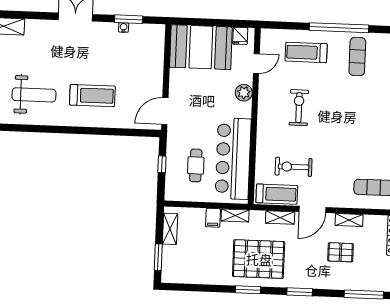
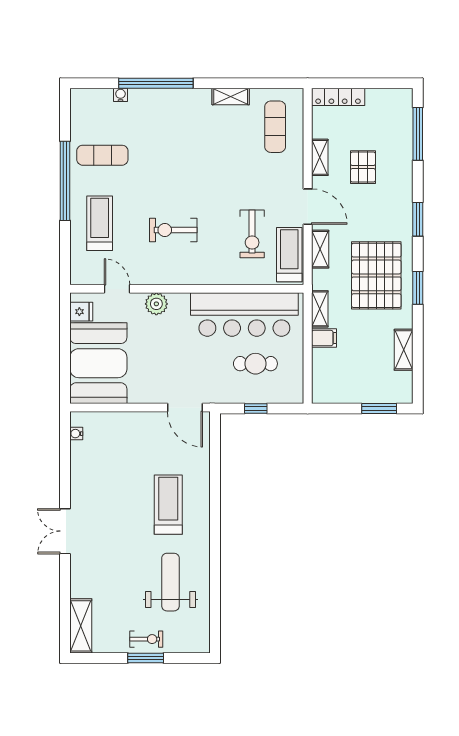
window: (129, 19) -> (65, 461), removed
water cooler: (124, 27) -> (76, 434), moved
treadmill: (306, 52) -> (100, 223), turned 180
shelving: (170, 229) -> (404, 350), moved, turned 90

